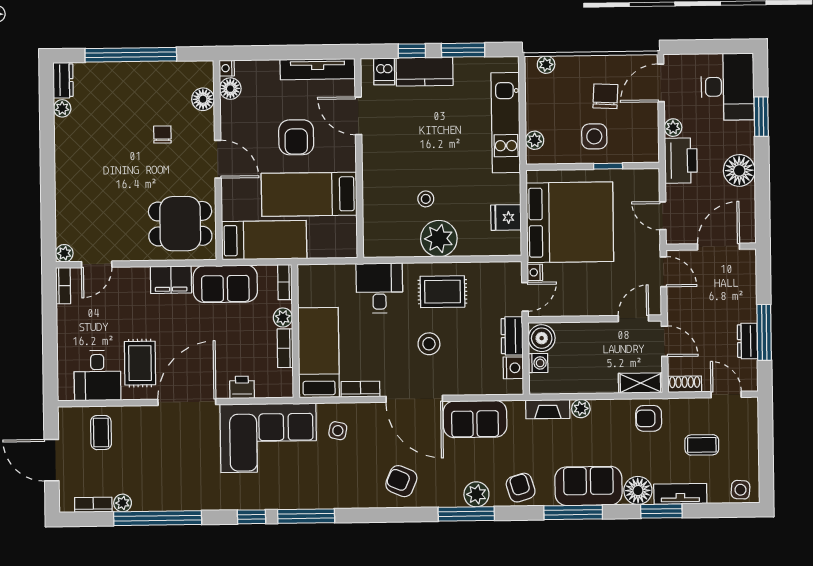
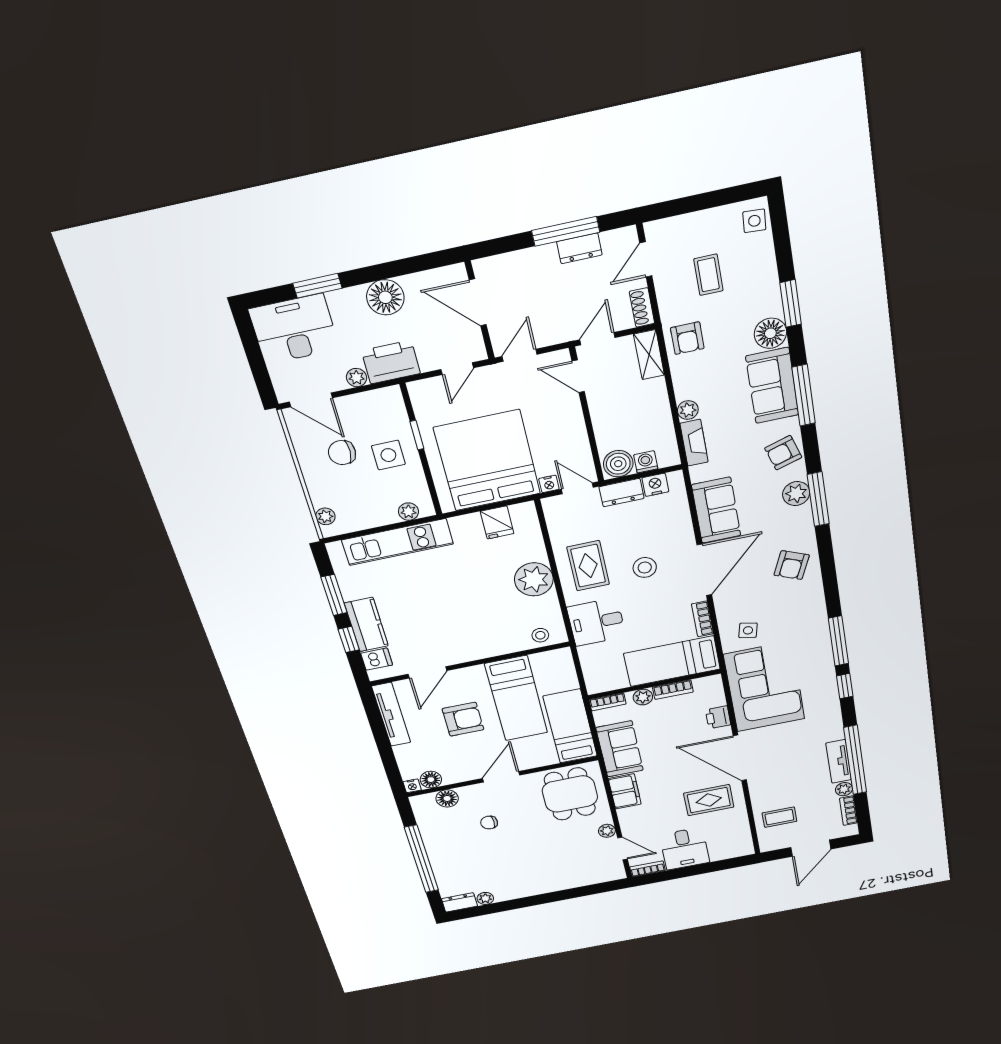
stool: (426, 199) -> (540, 635), moved
plant: (64, 253) -> (607, 831), moved
desk: (97, 376) -> (684, 849), moved, turned 90
tv unit: (680, 494) -> (839, 761), moved

